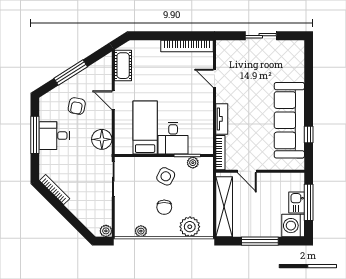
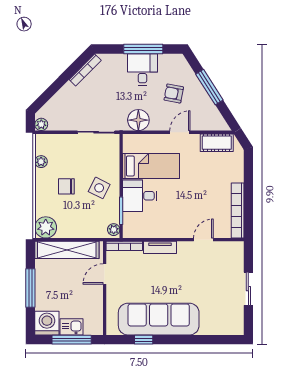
plant: (193, 163) -> (114, 230), moved
plant: (190, 227) -> (46, 227), moved

